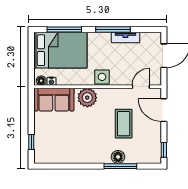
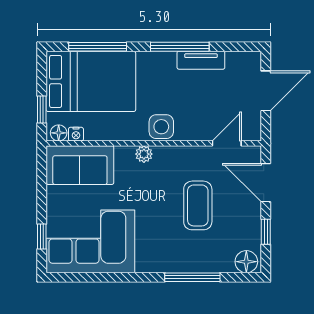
window: (31, 67) -> (42, 110), added
plant: (87, 98) -> (144, 154), width x0.53, depth x0.53
corner sofa: (60, 145) -> (90, 241), added
window: (164, 150) -> (266, 232), moved
floor lamp: (118, 157) -> (246, 262), moved

